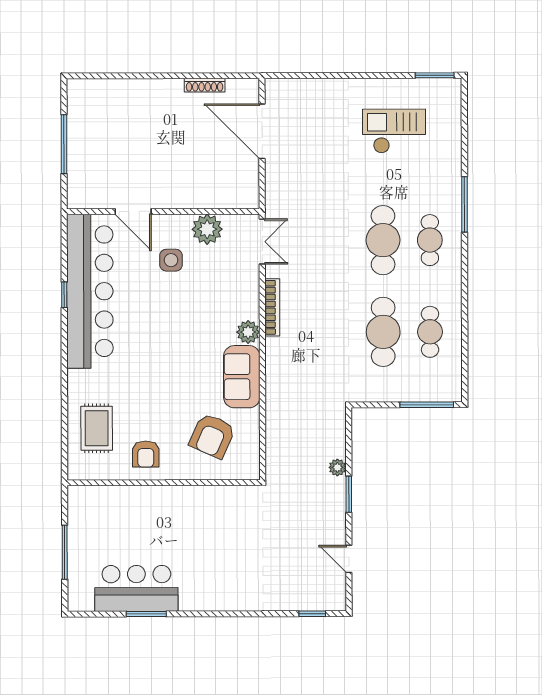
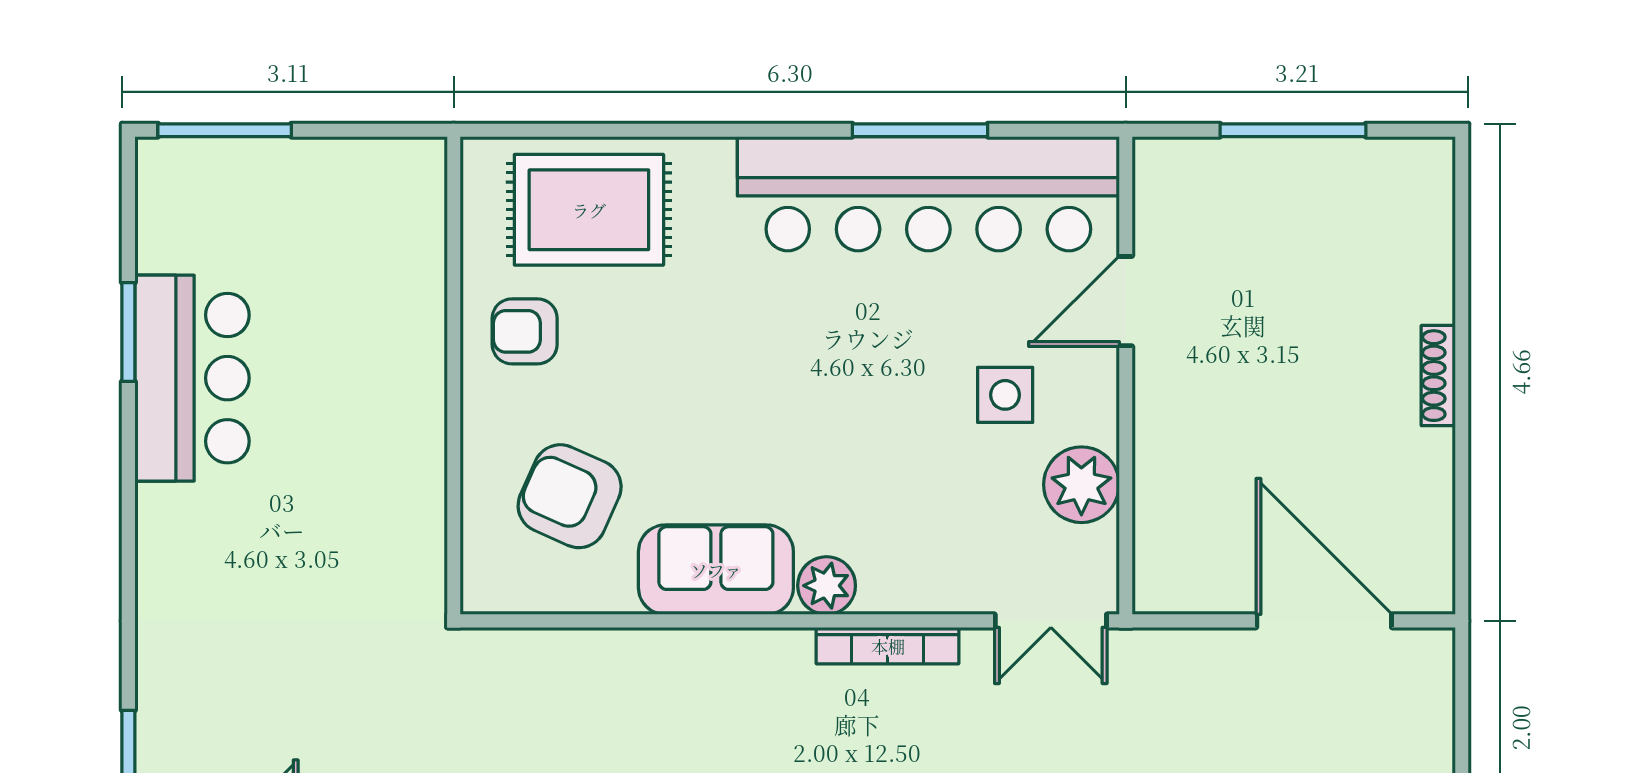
shoe rack: (205, 85) -> (1438, 376), moved
door: (262, 131) -> (1324, 621), hinge flipped
window: (64, 295) -> (920, 130), width x2.17
rug: (97, 428) -> (589, 210), width x1.36, depth x1.43
window: (65, 552) -> (225, 130), moved
bar counter: (136, 588) -> (192, 378), moved

